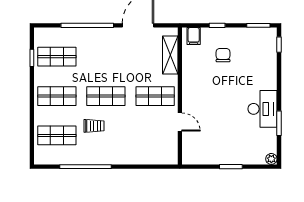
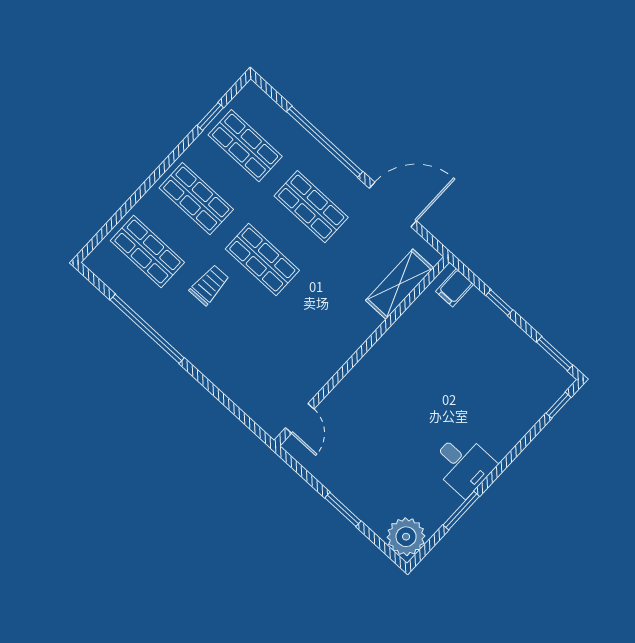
chair: (223, 55) -> (470, 350), removed
shop shelf: (155, 96) -> (311, 207), moved
desk: (262, 109) -> (463, 464), width x0.73
door: (180, 122) -> (300, 418), moved
trolley: (94, 126) -> (209, 285), turned -91
plant: (271, 159) -> (406, 537), width x1.87, depth x1.87

